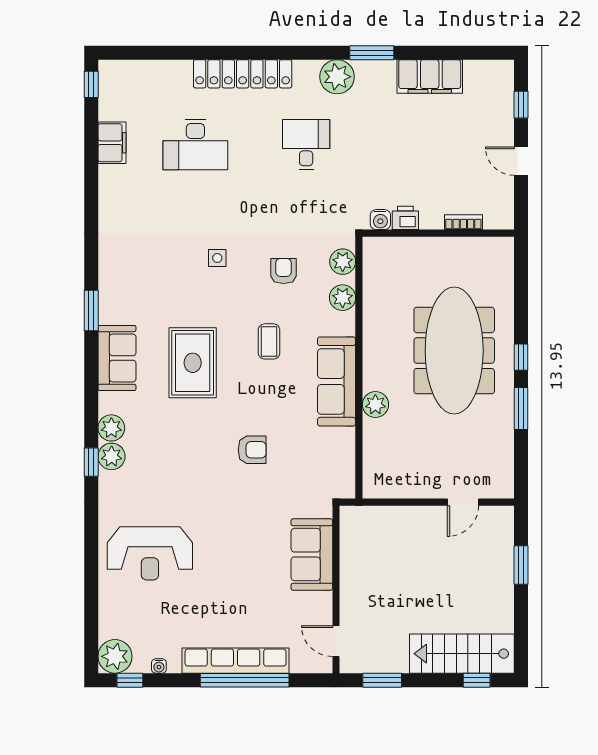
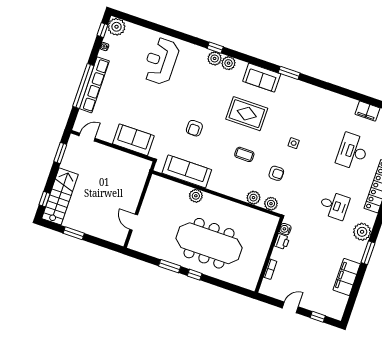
sofa: (337, 381) -> (187, 171), moved
window: (521, 565) -> (74, 233), moved

